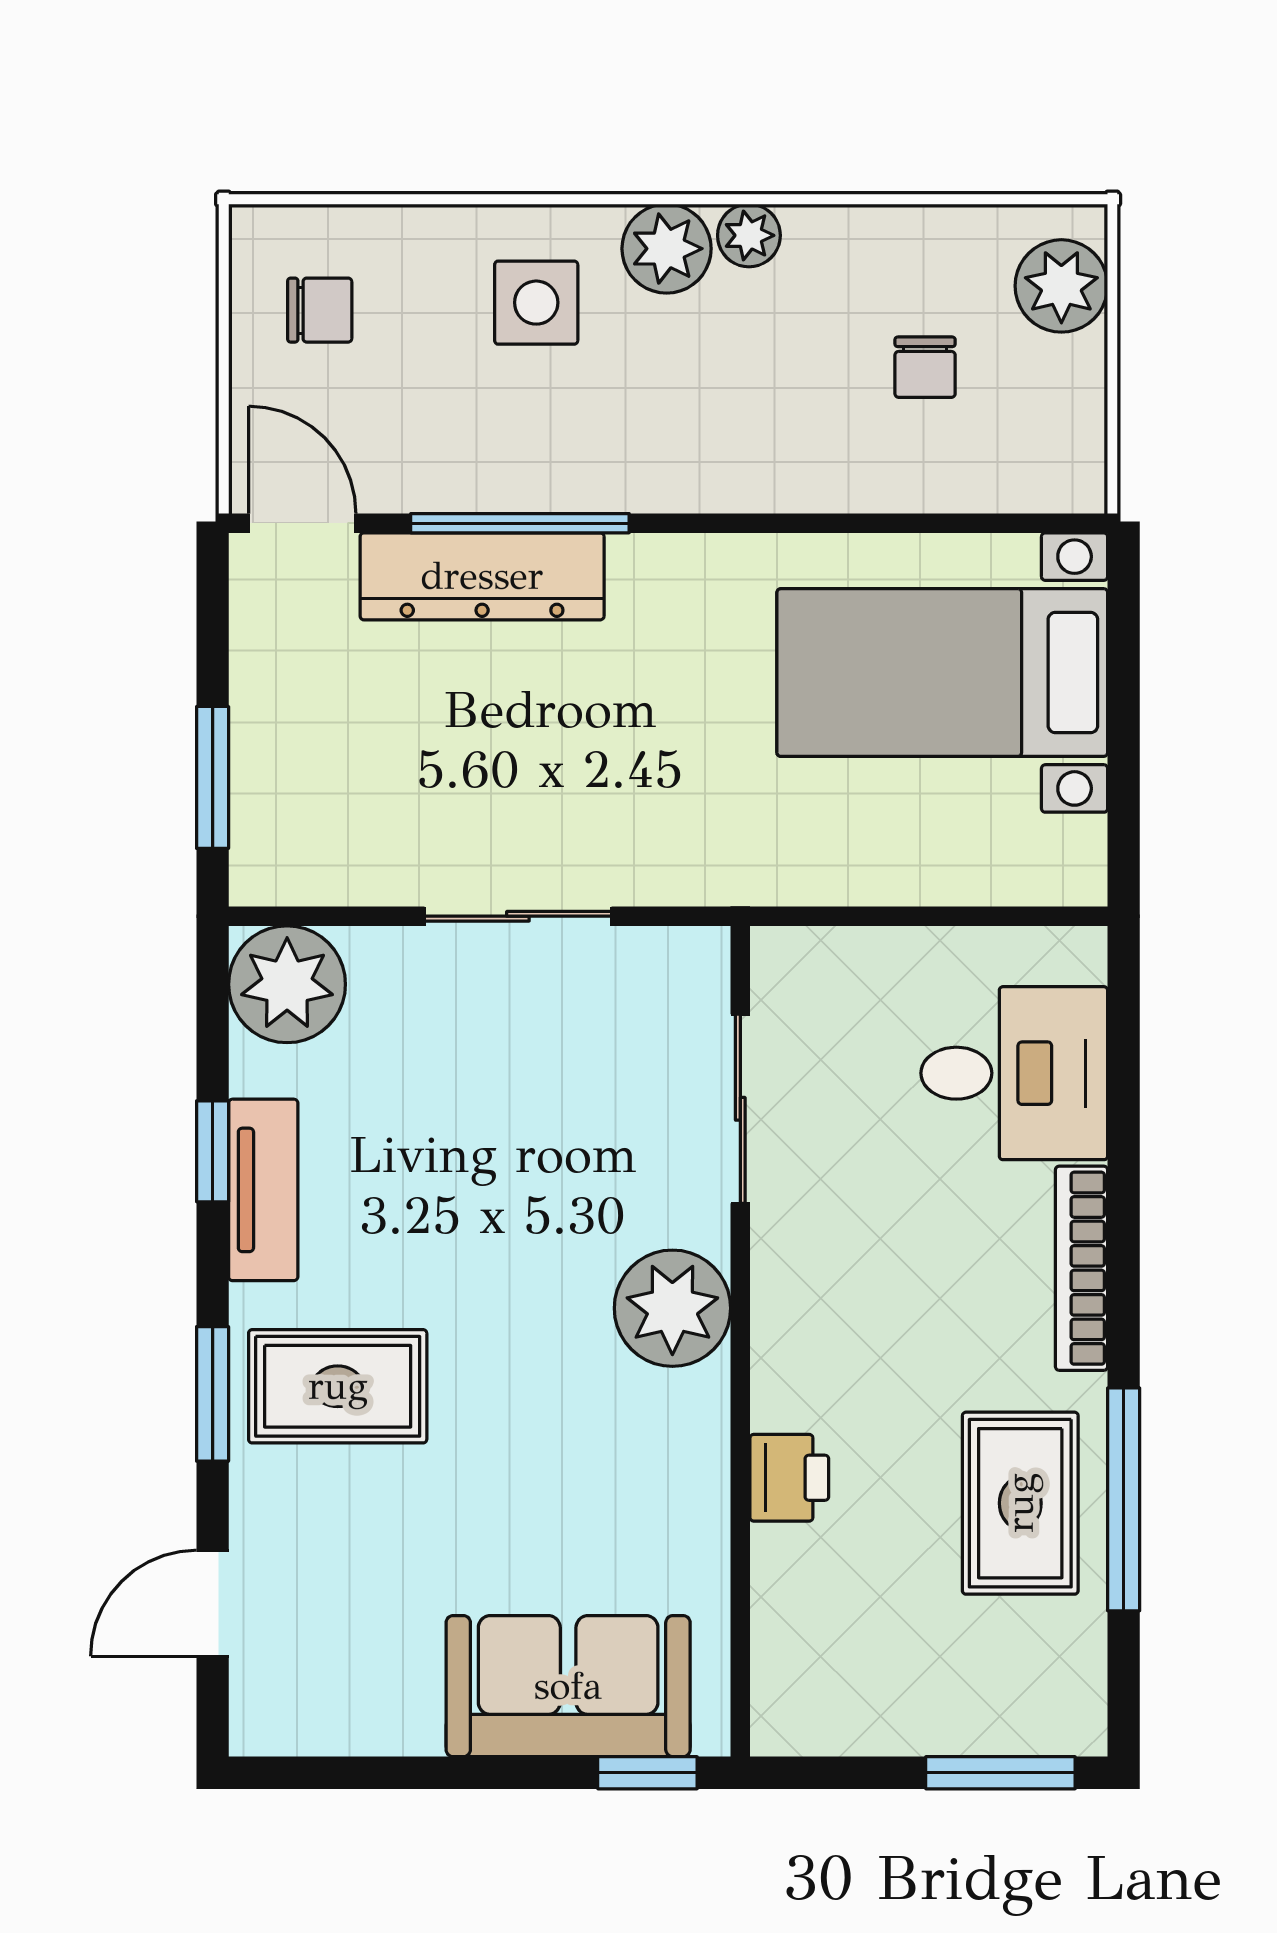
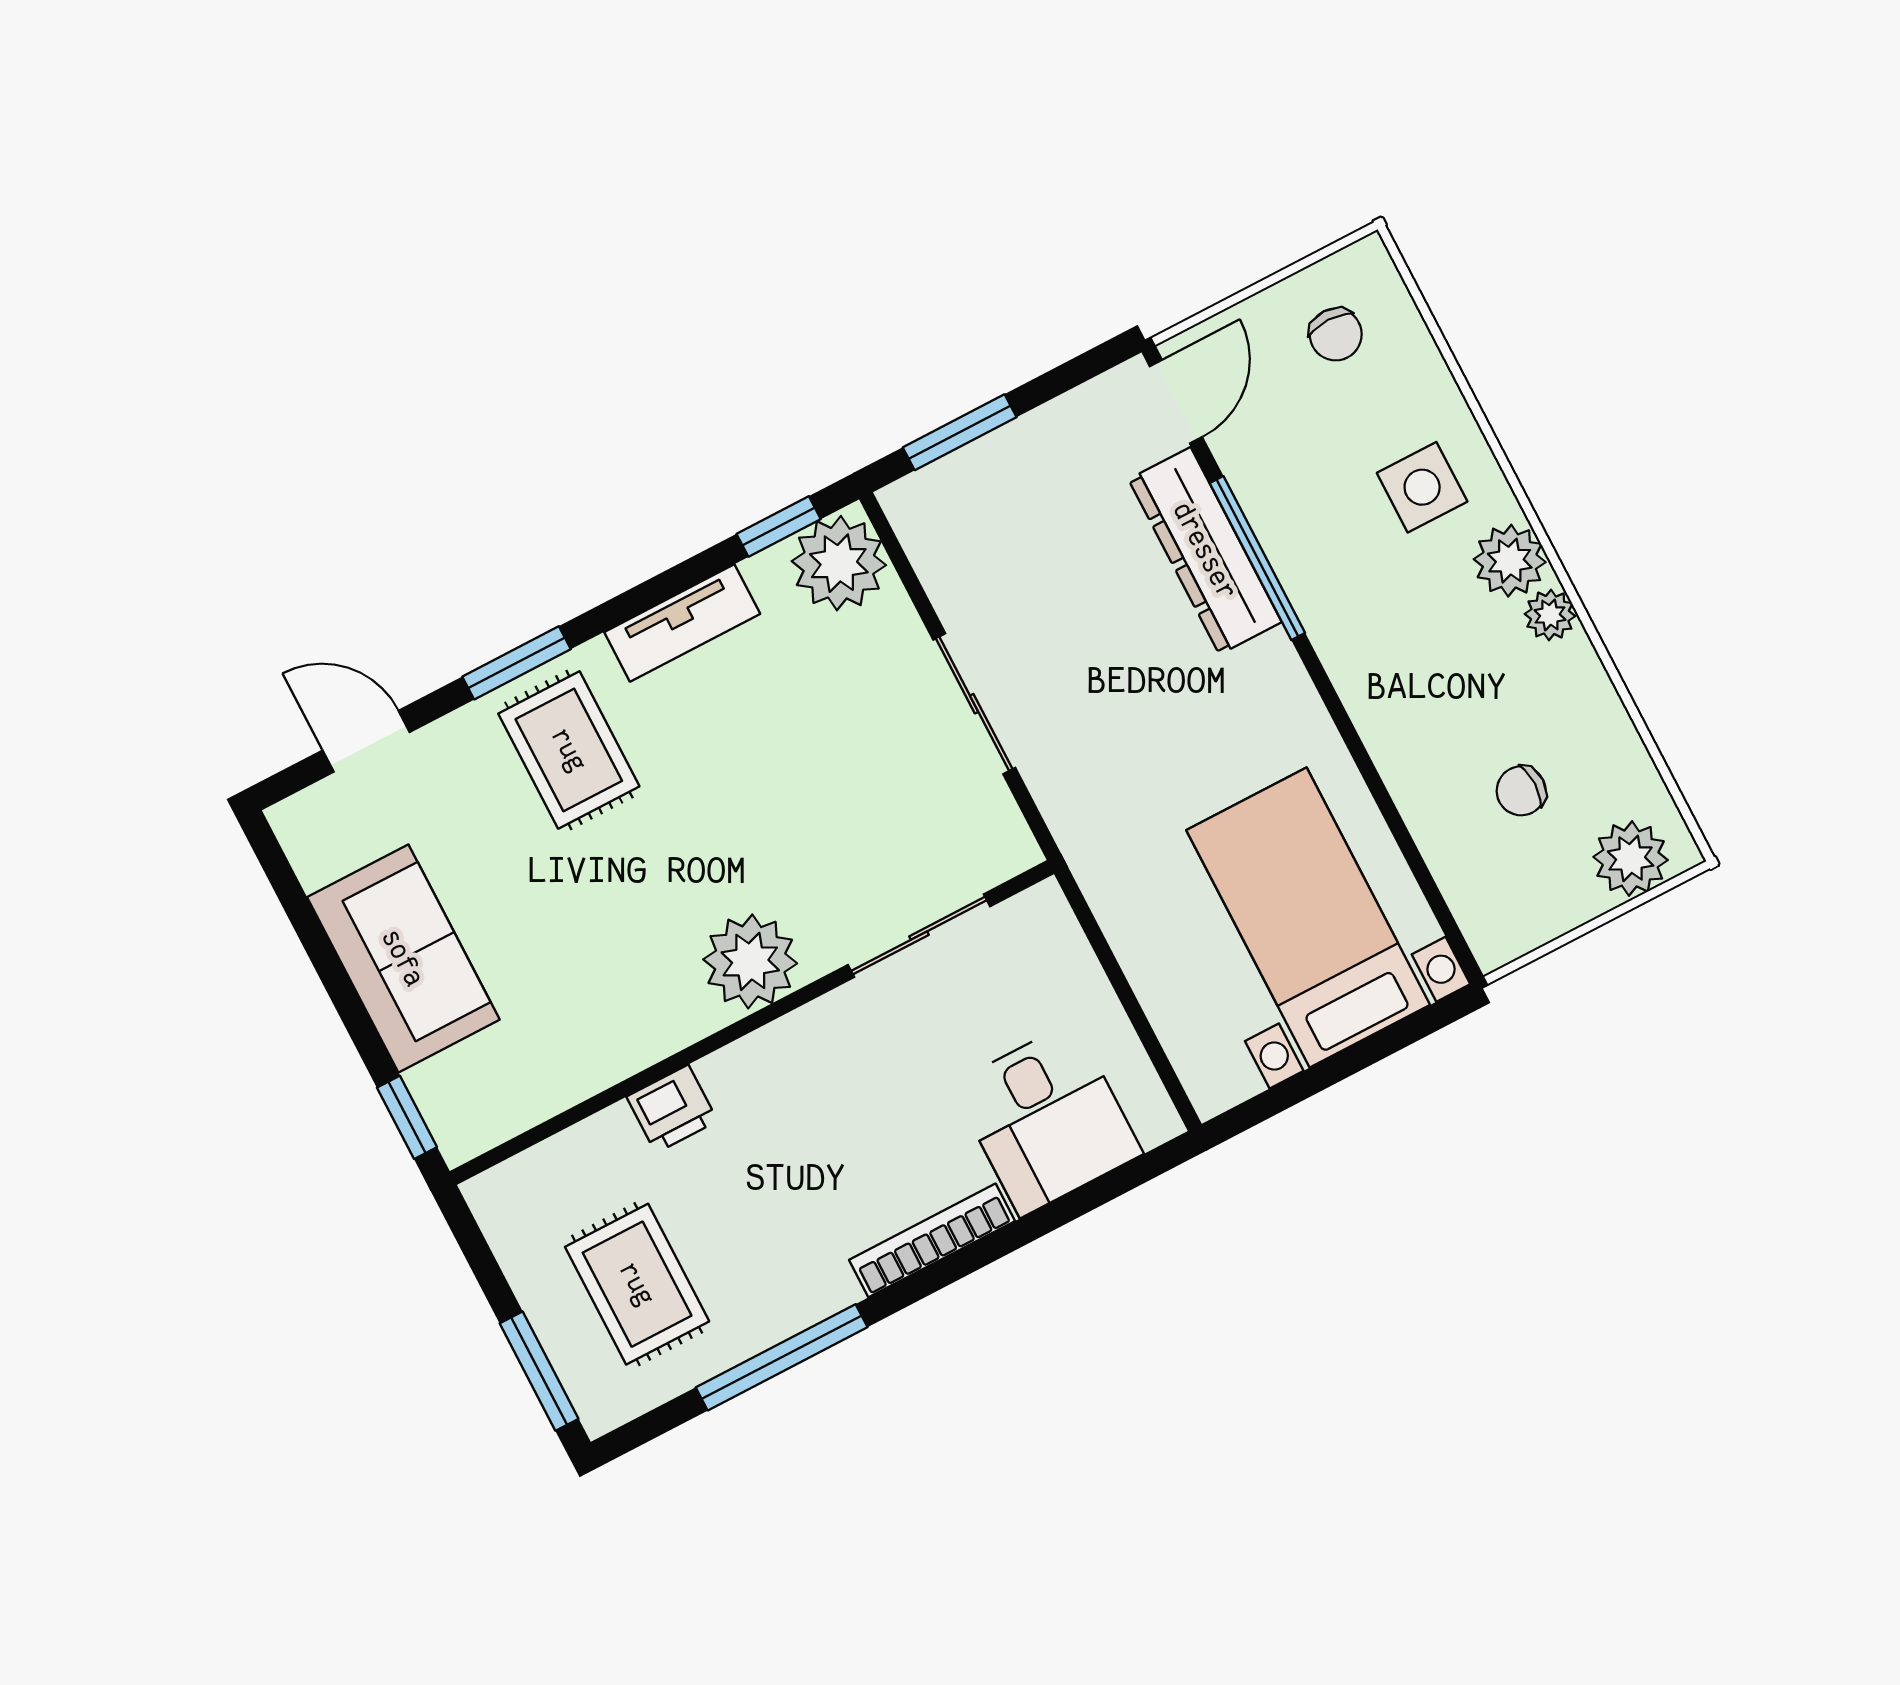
window: (213, 1151) -> (779, 526), moved
rug: (1020, 1503) -> (637, 1284), moved, turned 90
sofa: (568, 1686) -> (403, 958), moved

